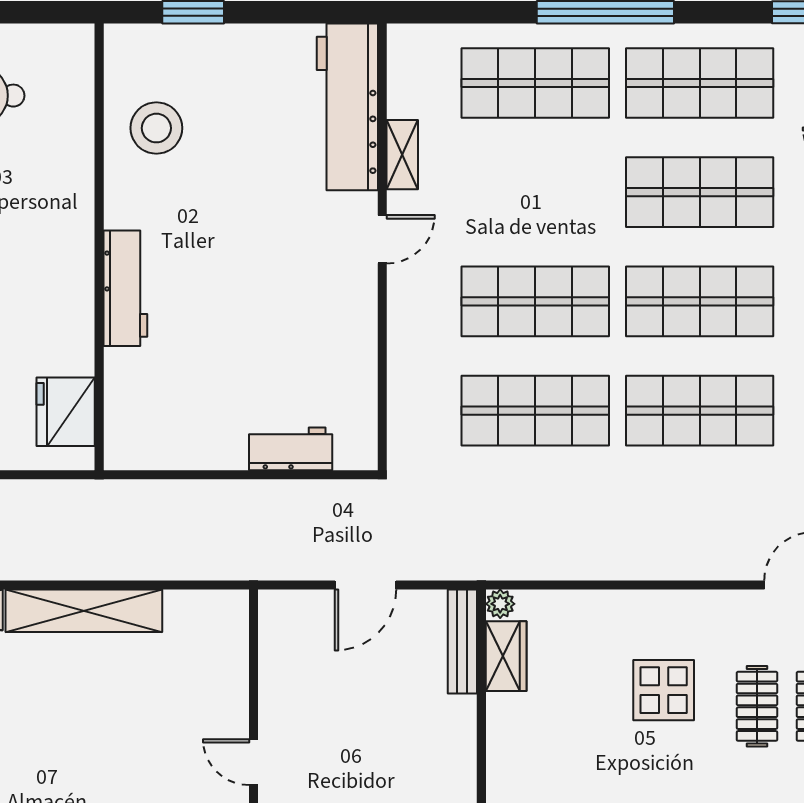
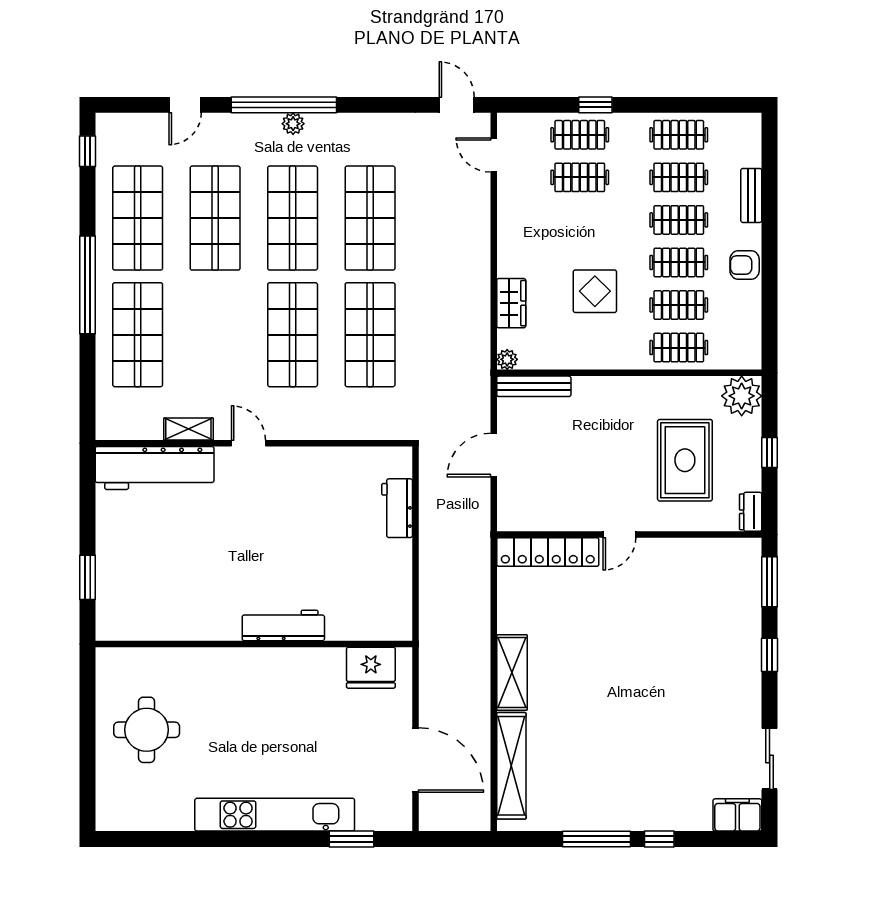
stool: (156, 128) -> (170, 603), removed
door: (366, 585) -> (494, 455), swing flipped
shelving: (84, 611) -> (512, 672), width x0.68
wardrobe: (506, 656) -> (511, 303), moved, turned 90
locker: (229, 661) -> (548, 552), added
display table: (664, 690) -> (595, 291), moved

